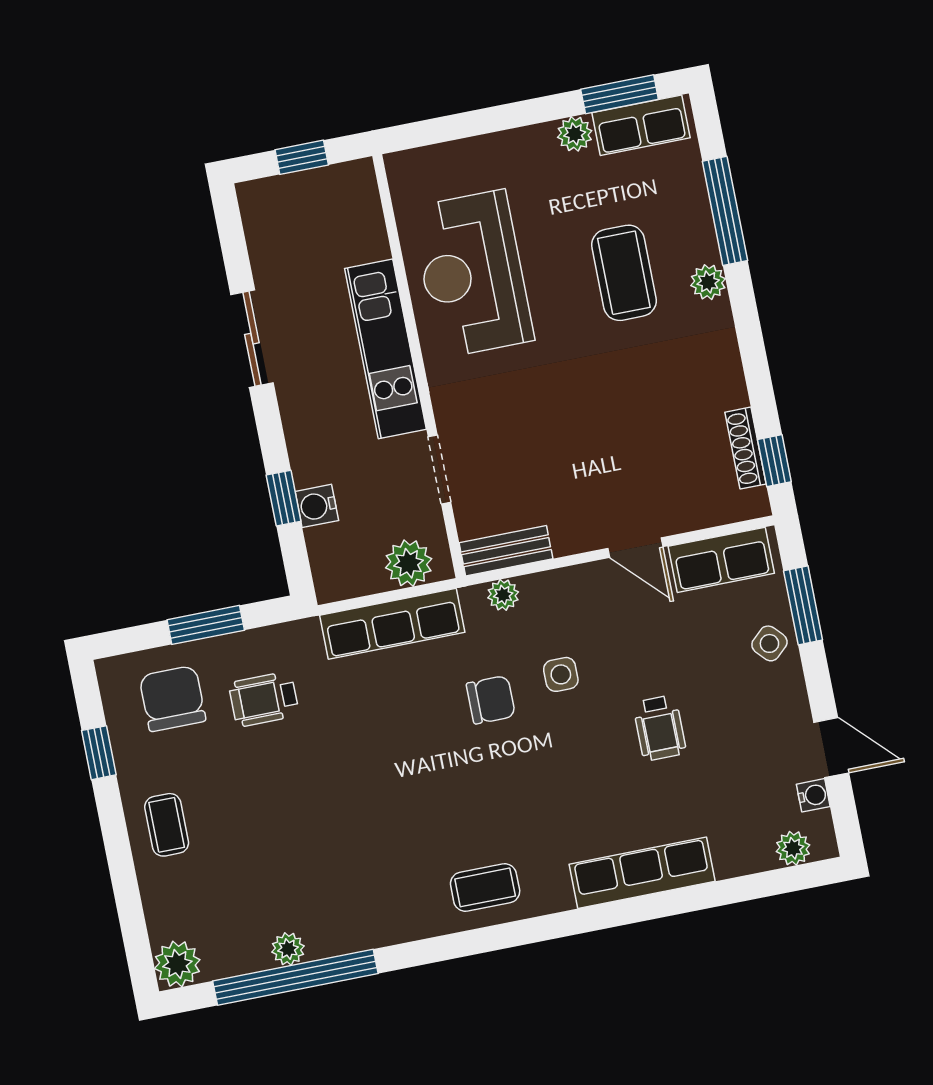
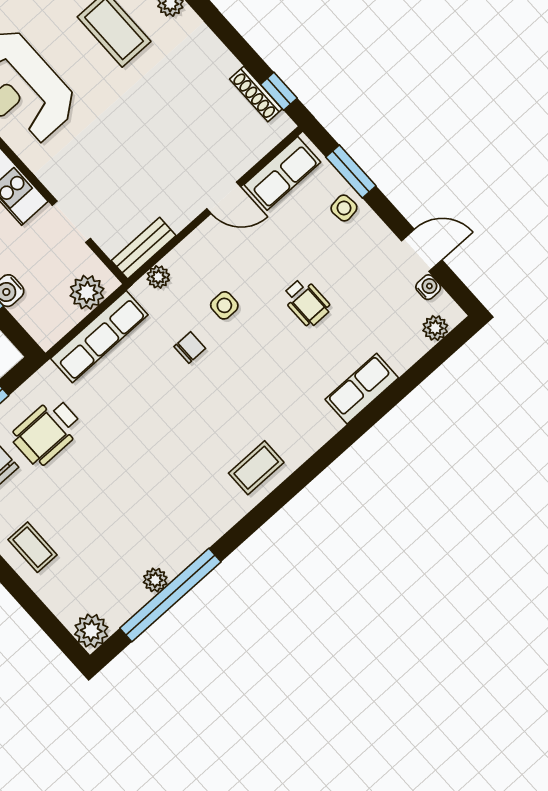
side table: (769, 643) -> (344, 208), turned 36
wheelchair: (264, 699) -> (47, 432), width x1.36, depth x1.37
chair: (491, 700) -> (190, 348), width x0.73, depth x0.73
row of seats: (642, 873) -> (362, 389), width x0.68

